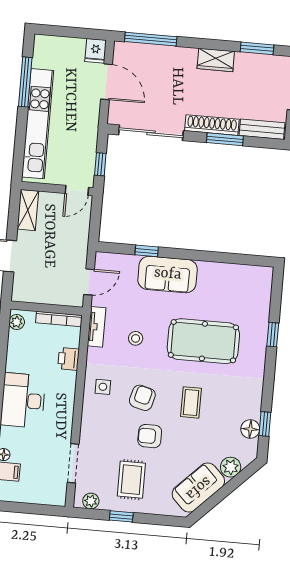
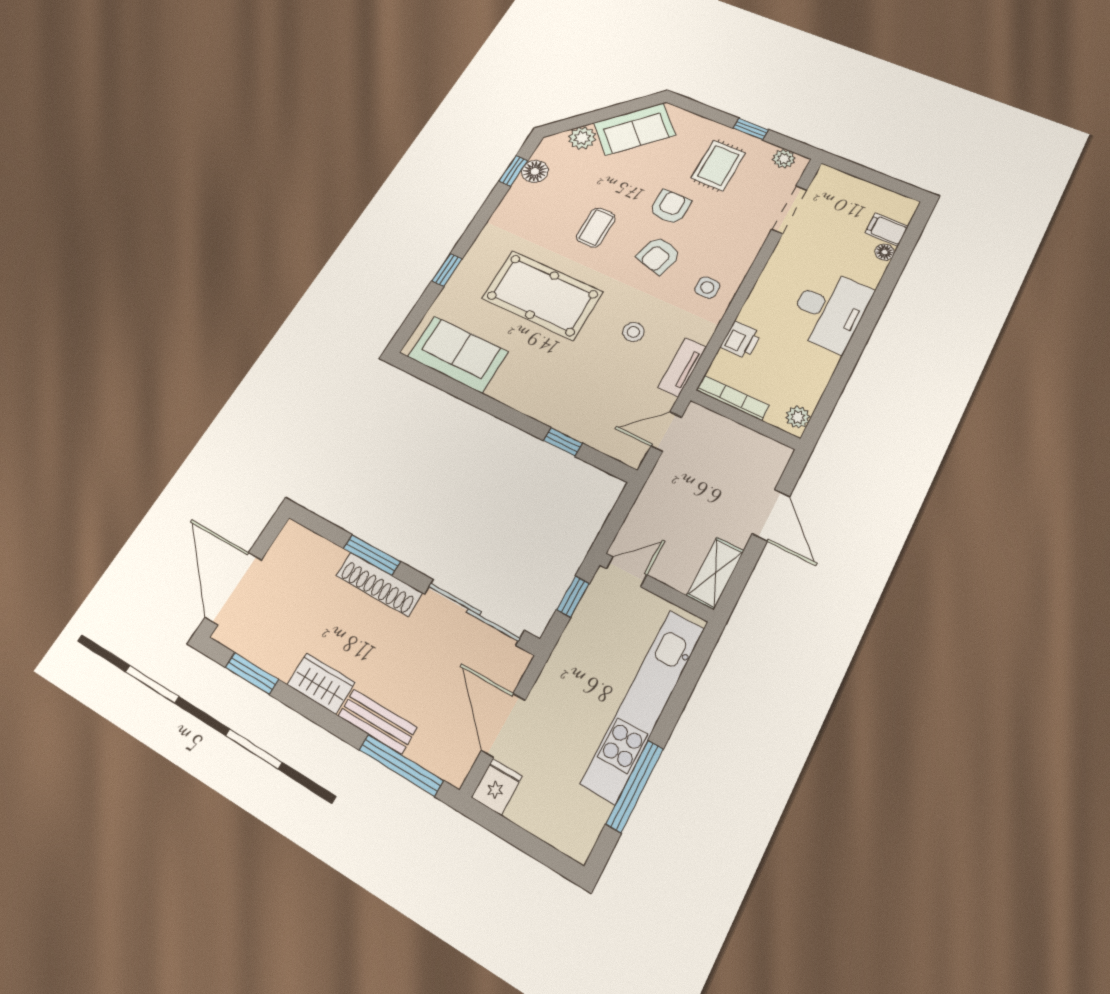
bench: (262, 129) -> (377, 722), moved
sofa: (168, 274) -> (458, 354), moved
armchair: (150, 436) -> (670, 207), turned -90

